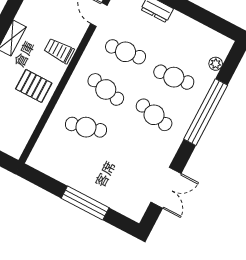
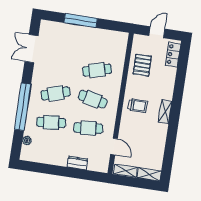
trolley: (59, 51) -> (138, 106), moved
pallet: (34, 86) -> (142, 65), moved, turned 90
cafe table: (154, 115) -> (56, 93), turned -30

